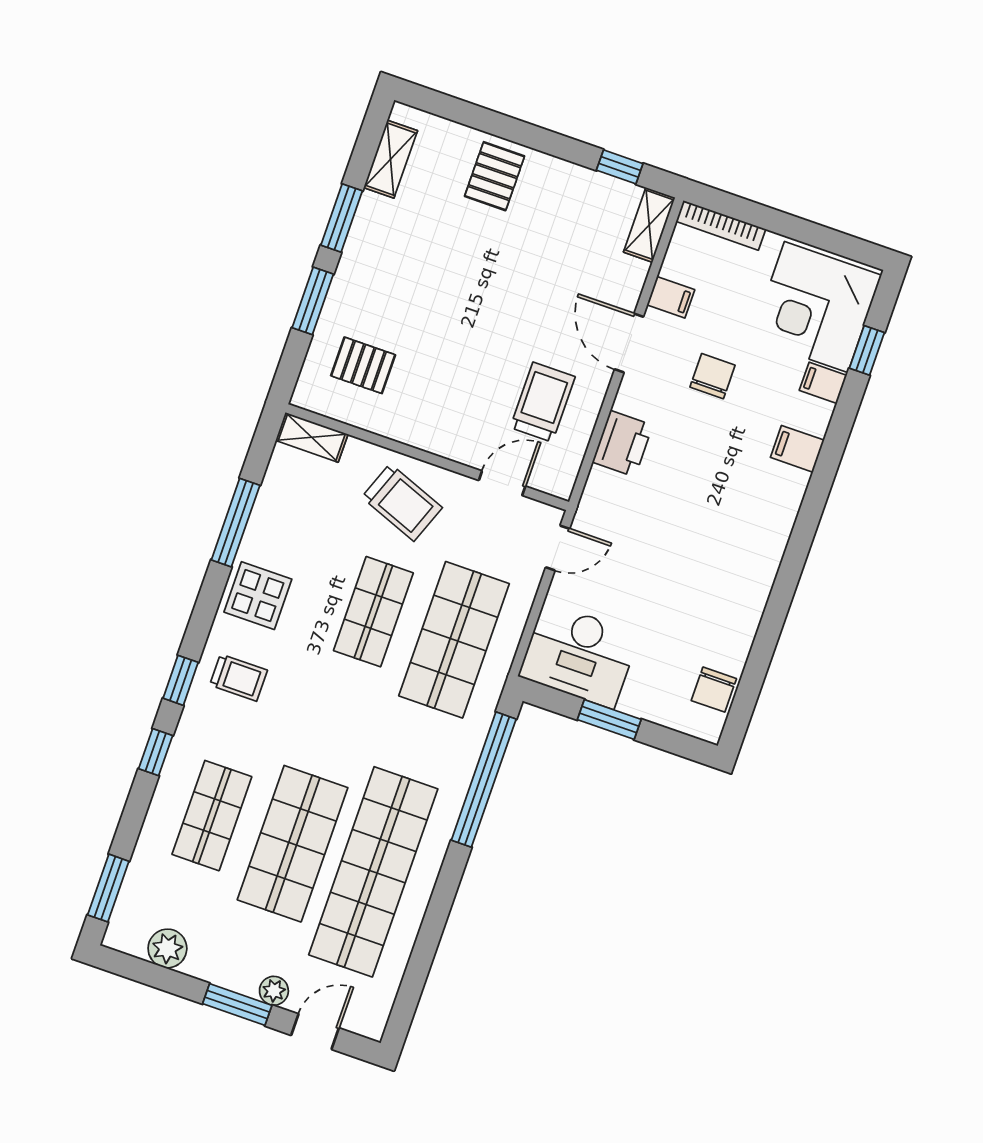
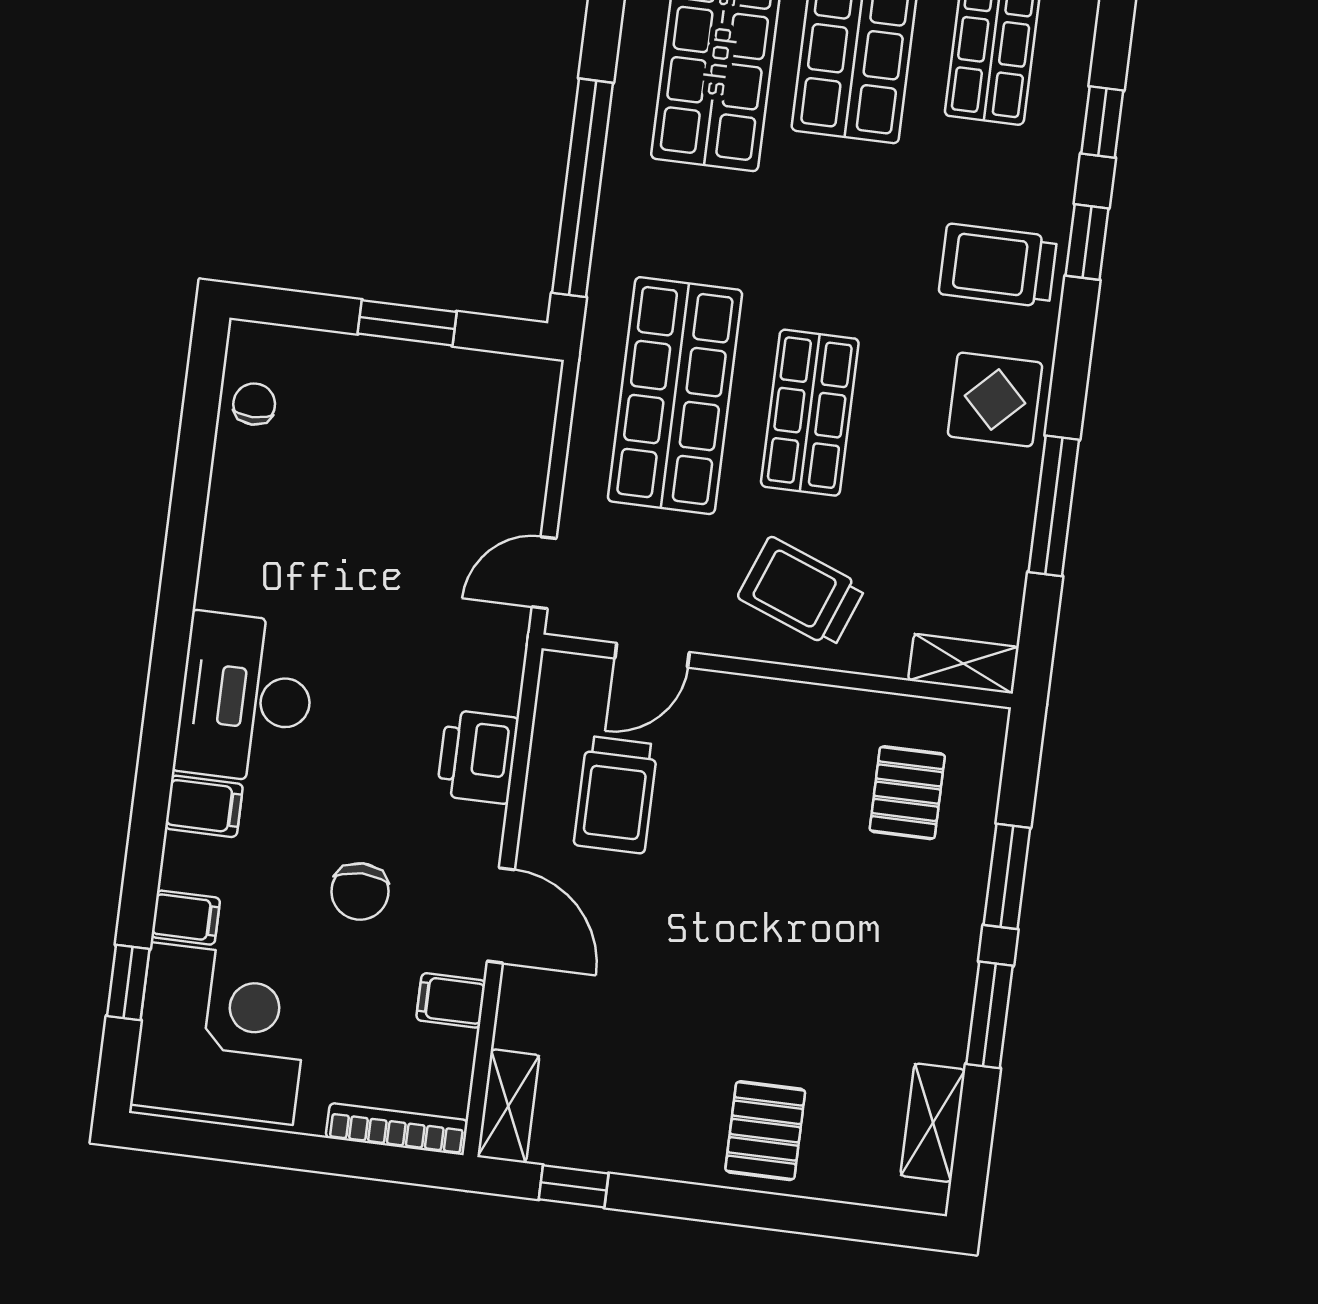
pallet: (363, 365) -> (907, 793), turned 90
desk: (579, 655) -> (246, 698), moved, turned -90
trolley: (239, 678) -> (998, 265), width x1.36, depth x1.39
chair: (714, 690) -> (254, 404), width x0.73, depth x0.73

